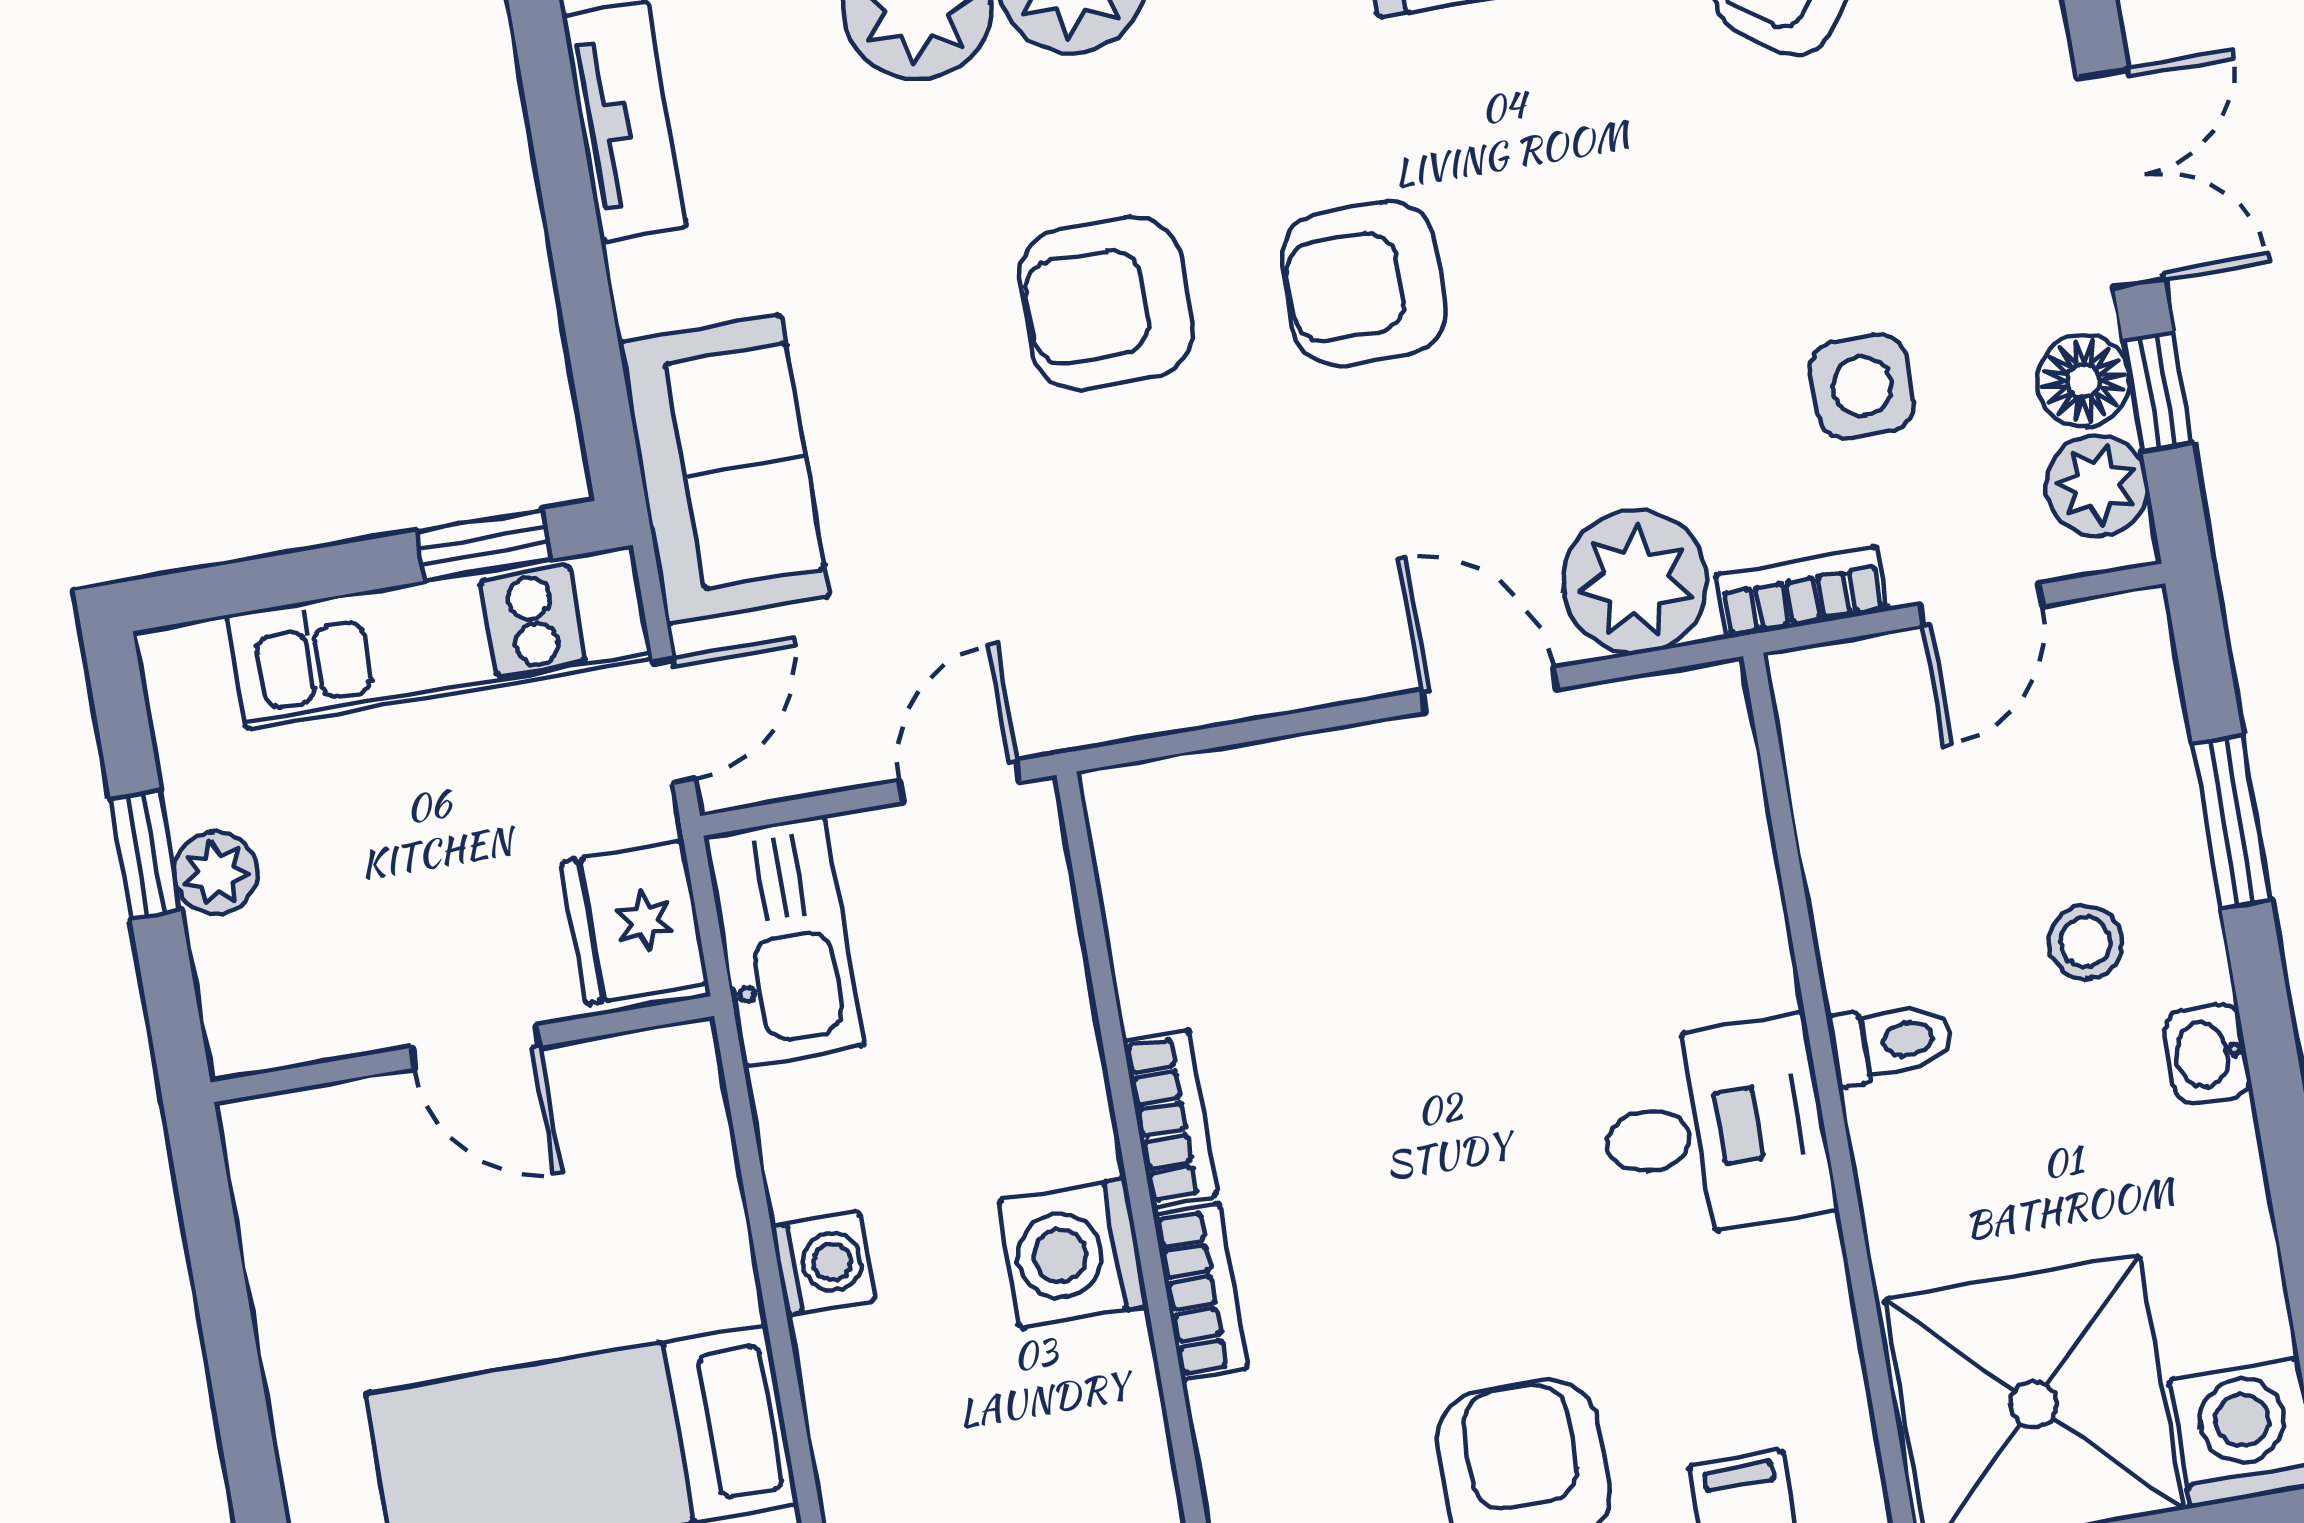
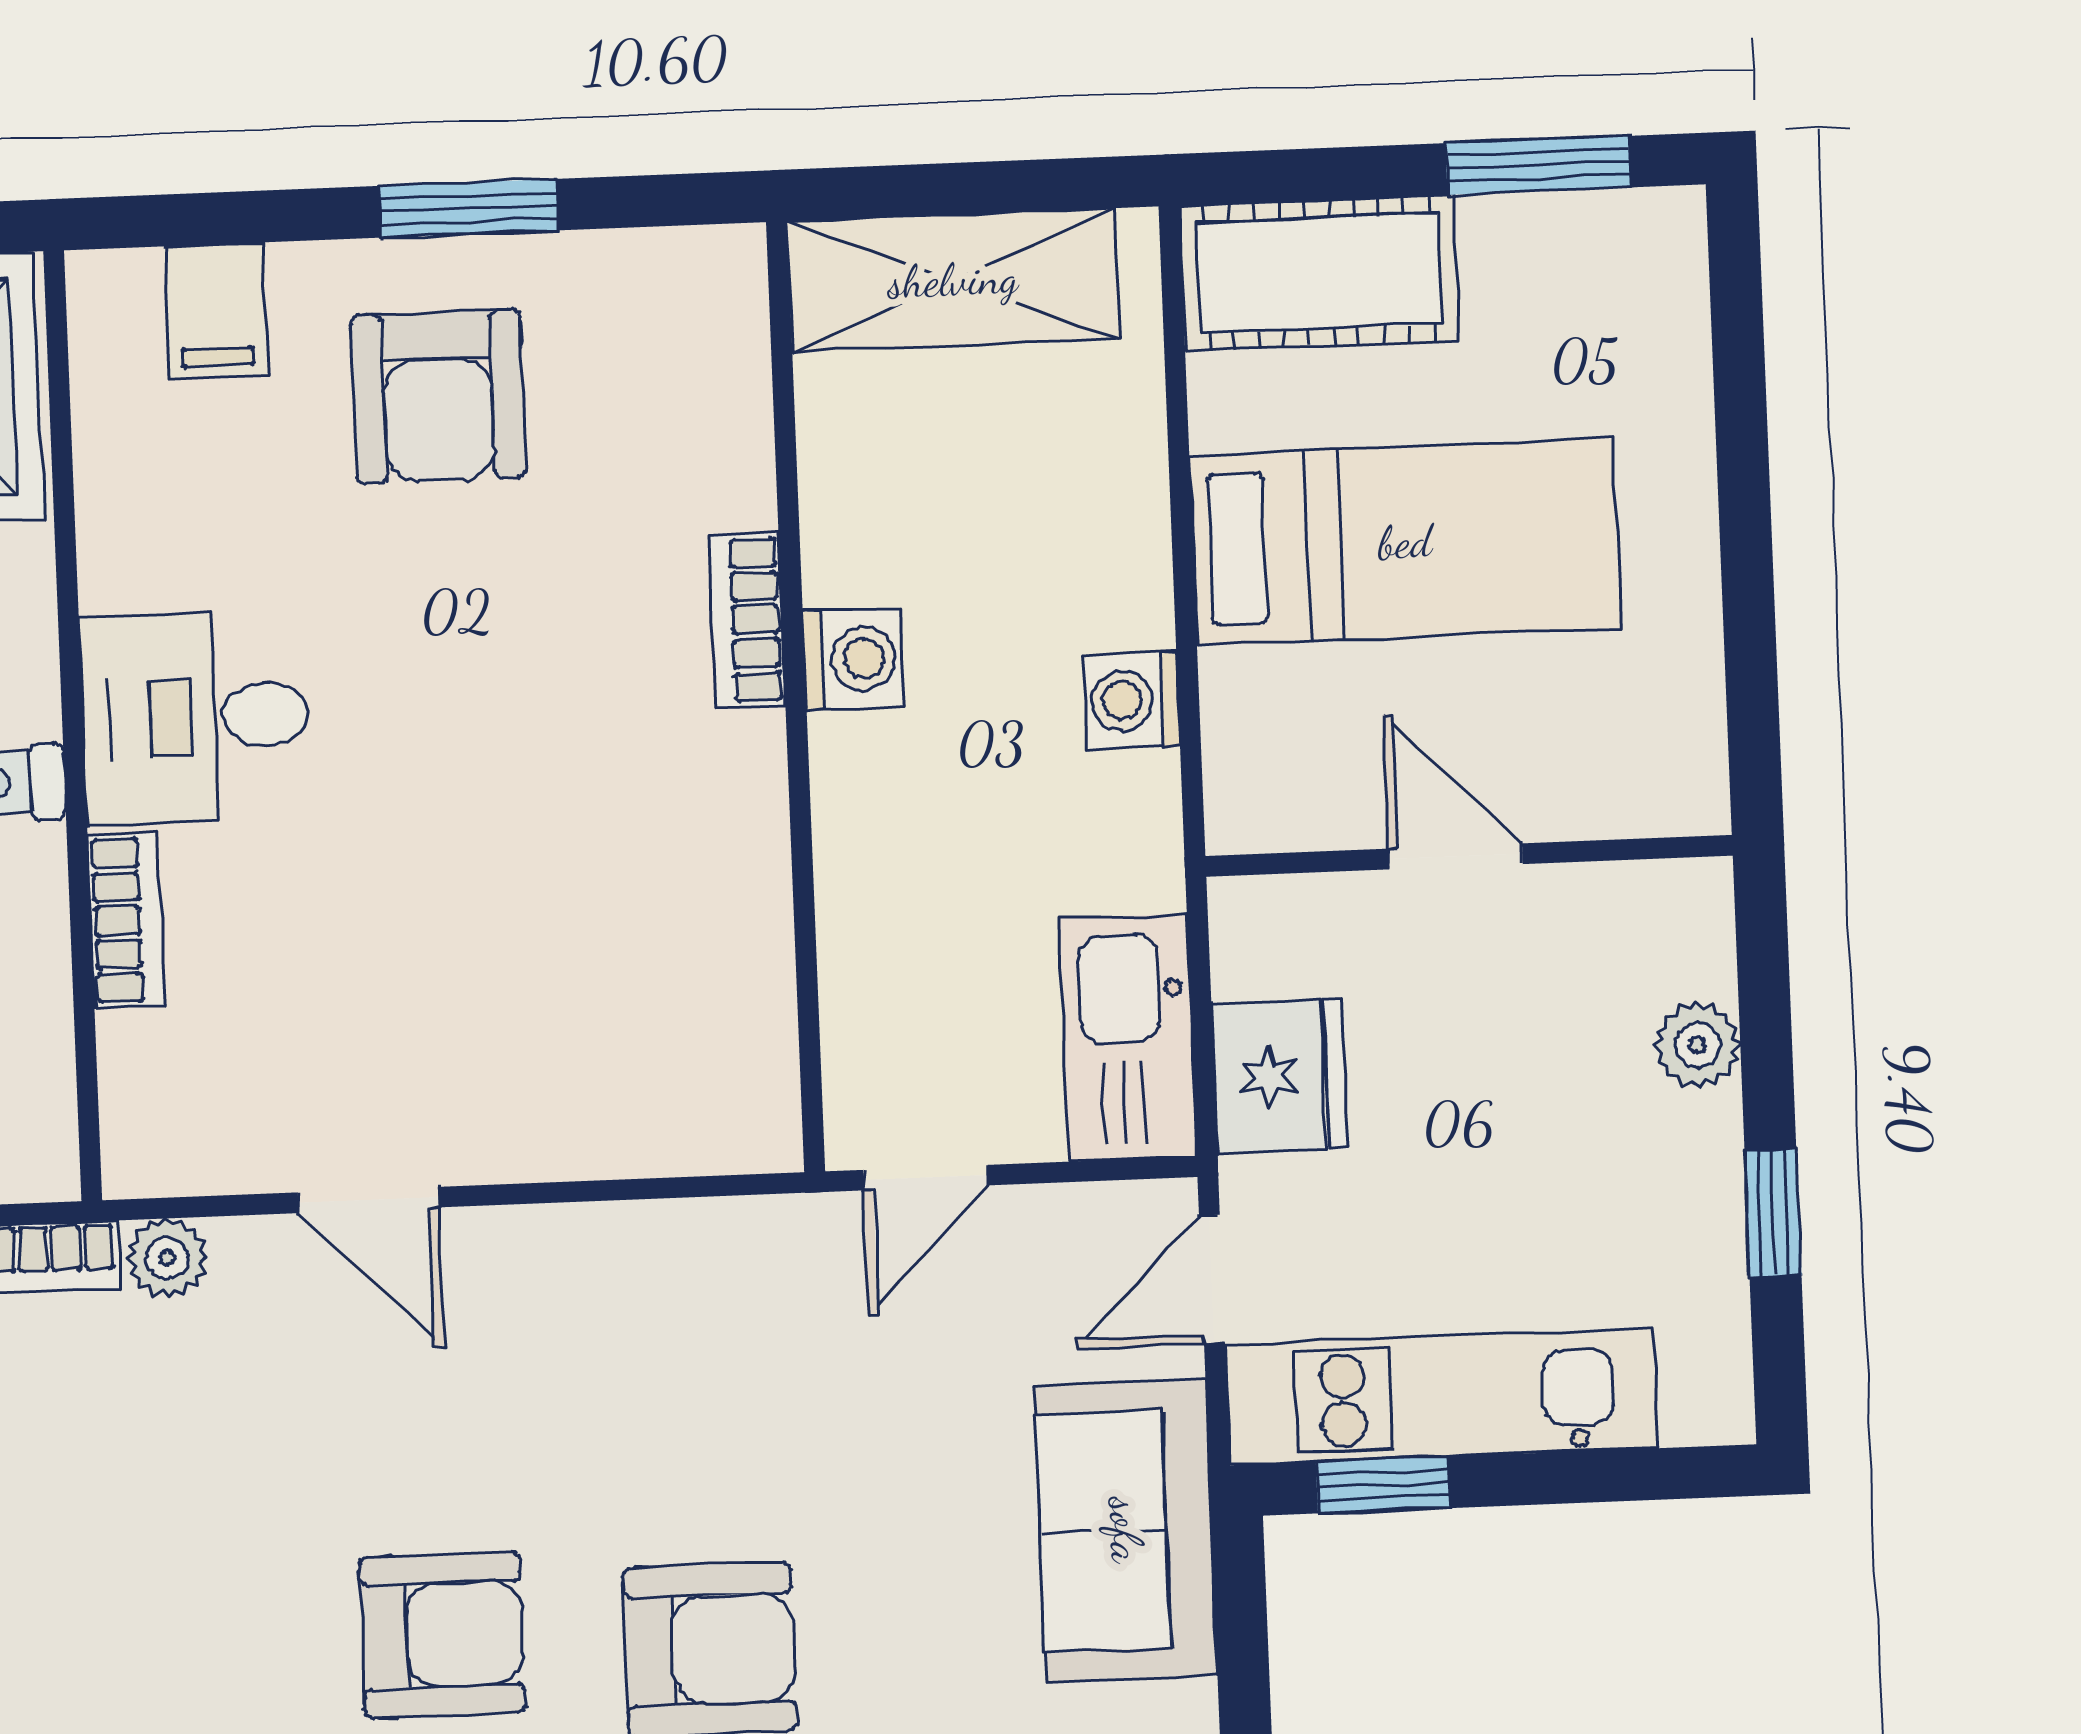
plant: (1635, 582) -> (167, 1258), width x0.53, depth x0.53
plant: (216, 873) -> (1698, 1045), moved
door: (475, 1047) -> (1456, 856), moved
wall: (462, 1049) -> (1469, 856), moved
bookcase: (1170, 1118) -> (126, 920), moved, turned 180
washing machine: (1073, 1253) -> (854, 659), width x0.73, depth x0.73

